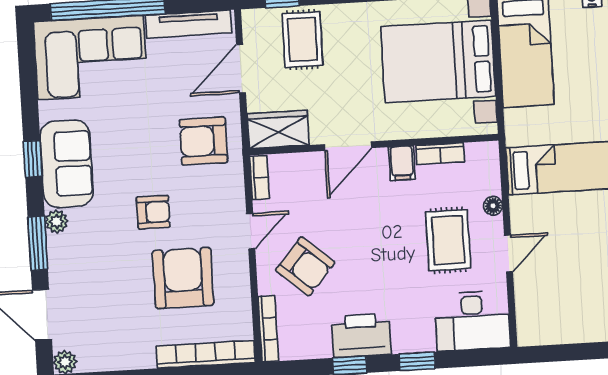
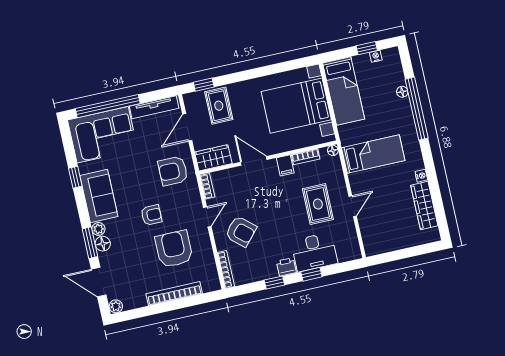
door: (348, 146) -> (254, 161), swing flipped
window: (33, 159) -> (75, 177), moved
floor lamp: (493, 206) -> (333, 150), moved
floor lamp: (60, 248) -> (103, 244), added
desk: (472, 321) -> (314, 252), moved
printer: (361, 335) -> (286, 267), width x0.53, depth x0.68
bookcase: (206, 354) -> (174, 294), moved

